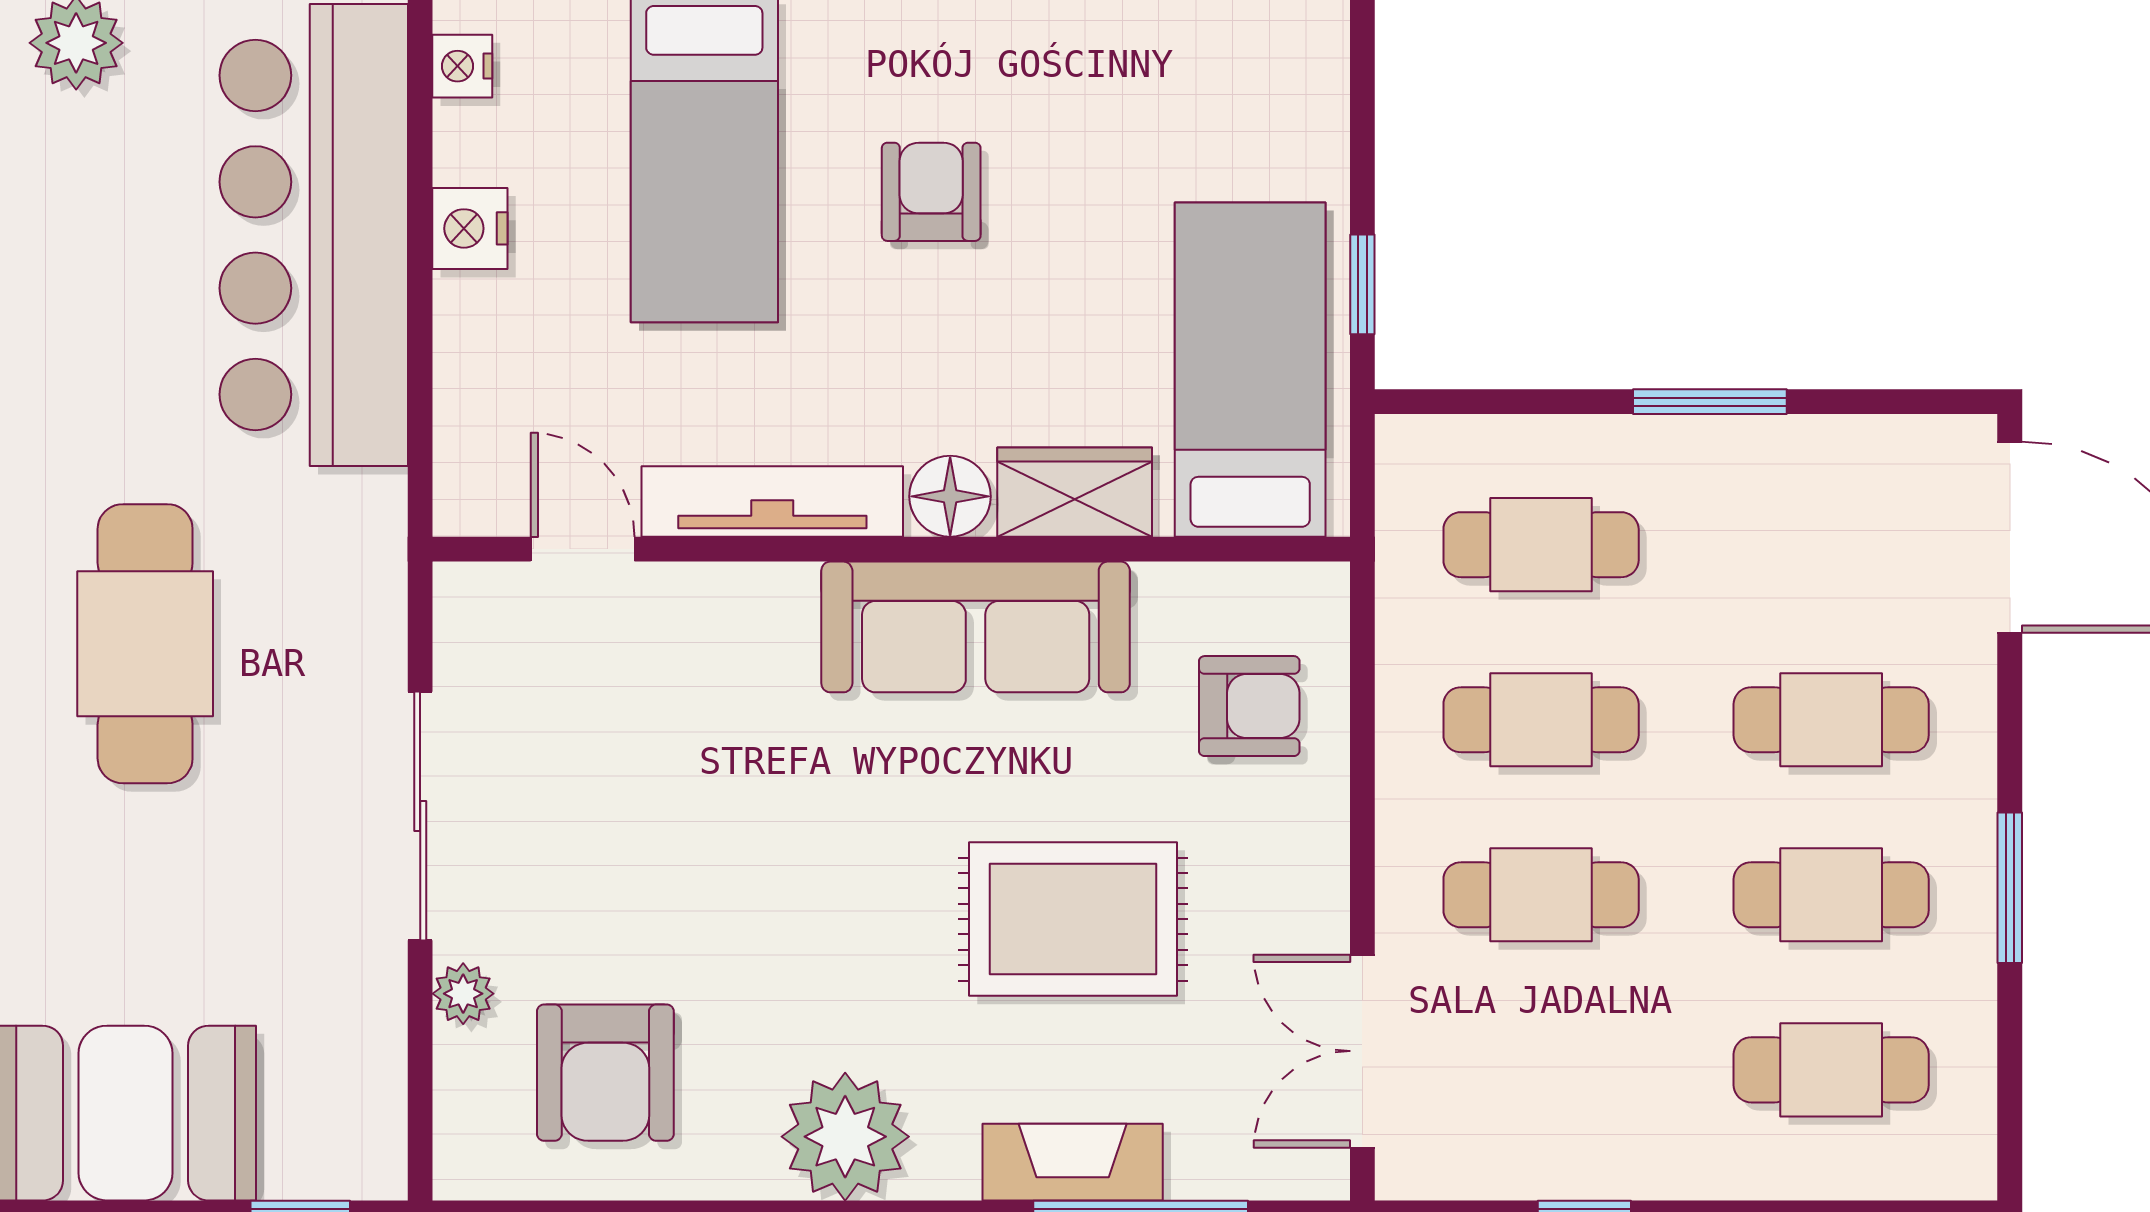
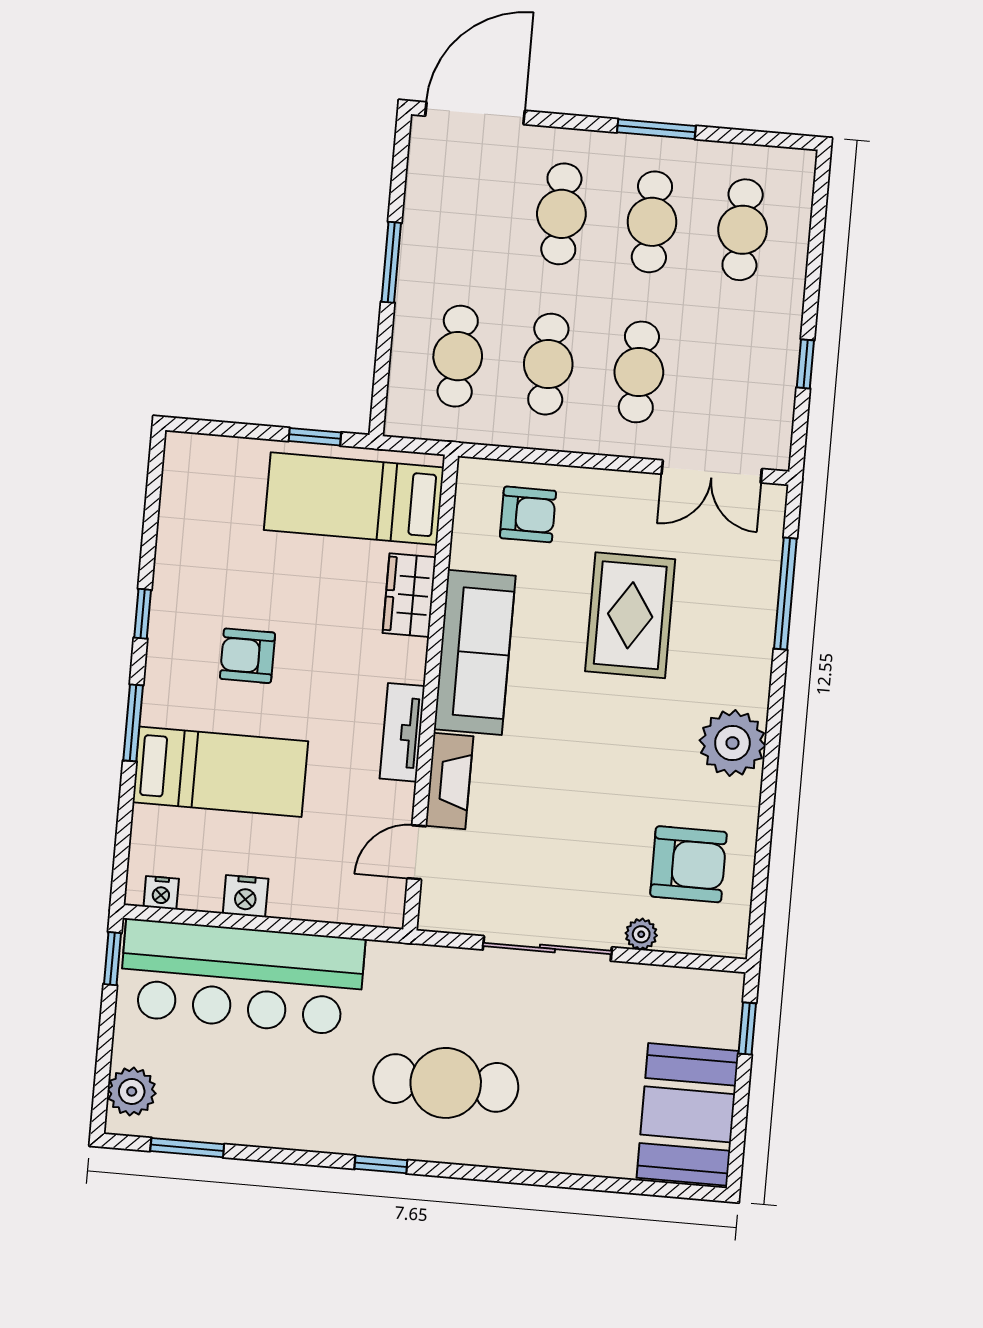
floor lamp: (950, 496) -> (406, 660), removed
tv unit: (772, 501) -> (402, 732), width x0.71
armchair: (1249, 706) -> (528, 514), turned 90
fireplace: (1073, 1162) -> (449, 781), moved, turned 180

